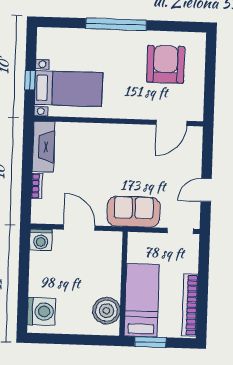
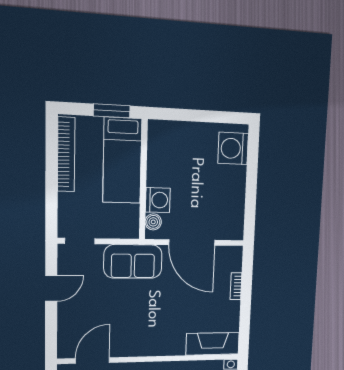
fireplace: (43, 147) -> (213, 344), moved, turned 90
door: (79, 228) -> (192, 242), width x1.36
washing machine: (41, 240) -> (158, 200), moved, turned 90
boiler: (106, 311) -> (153, 222), moved, width x0.54, depth x0.54

